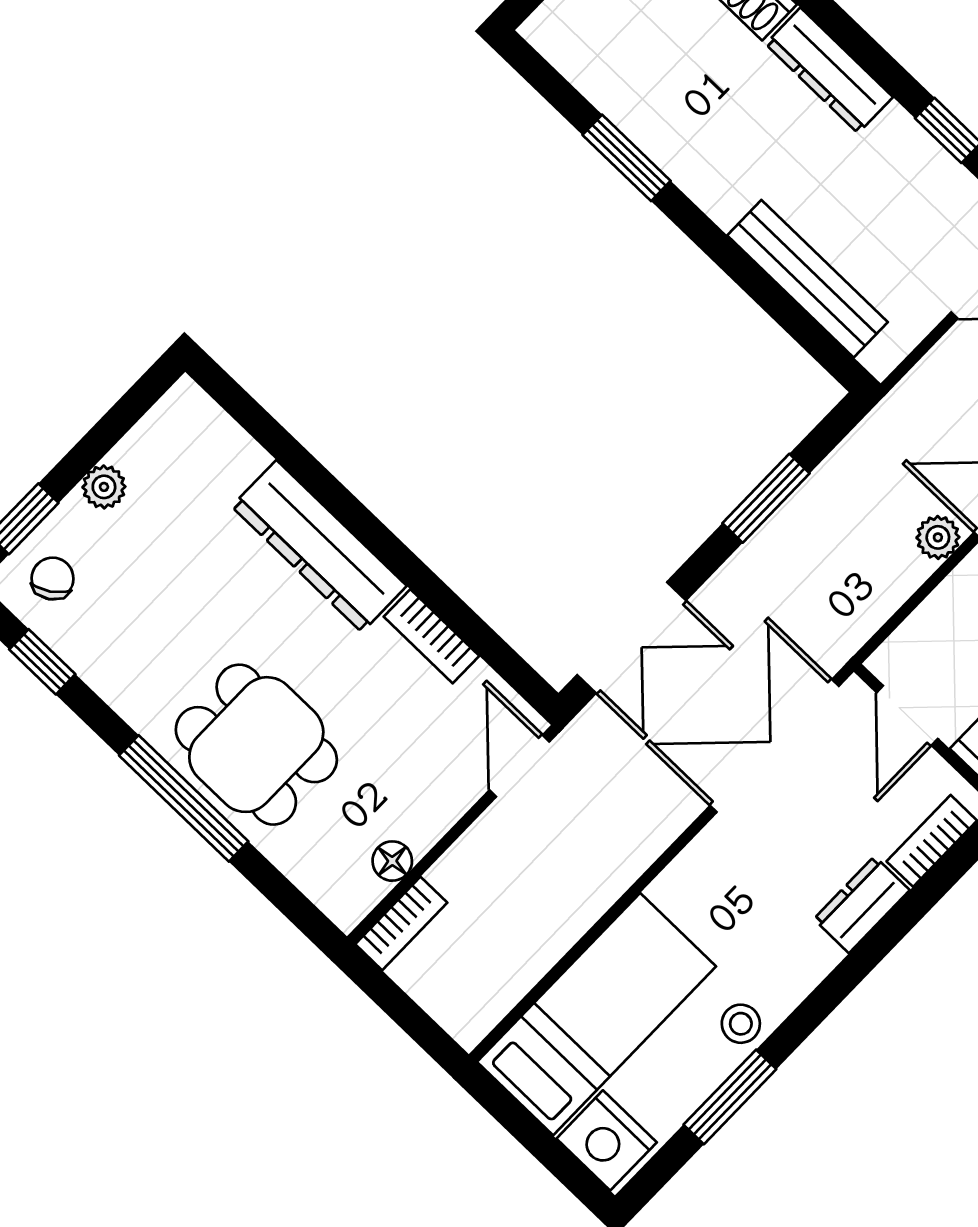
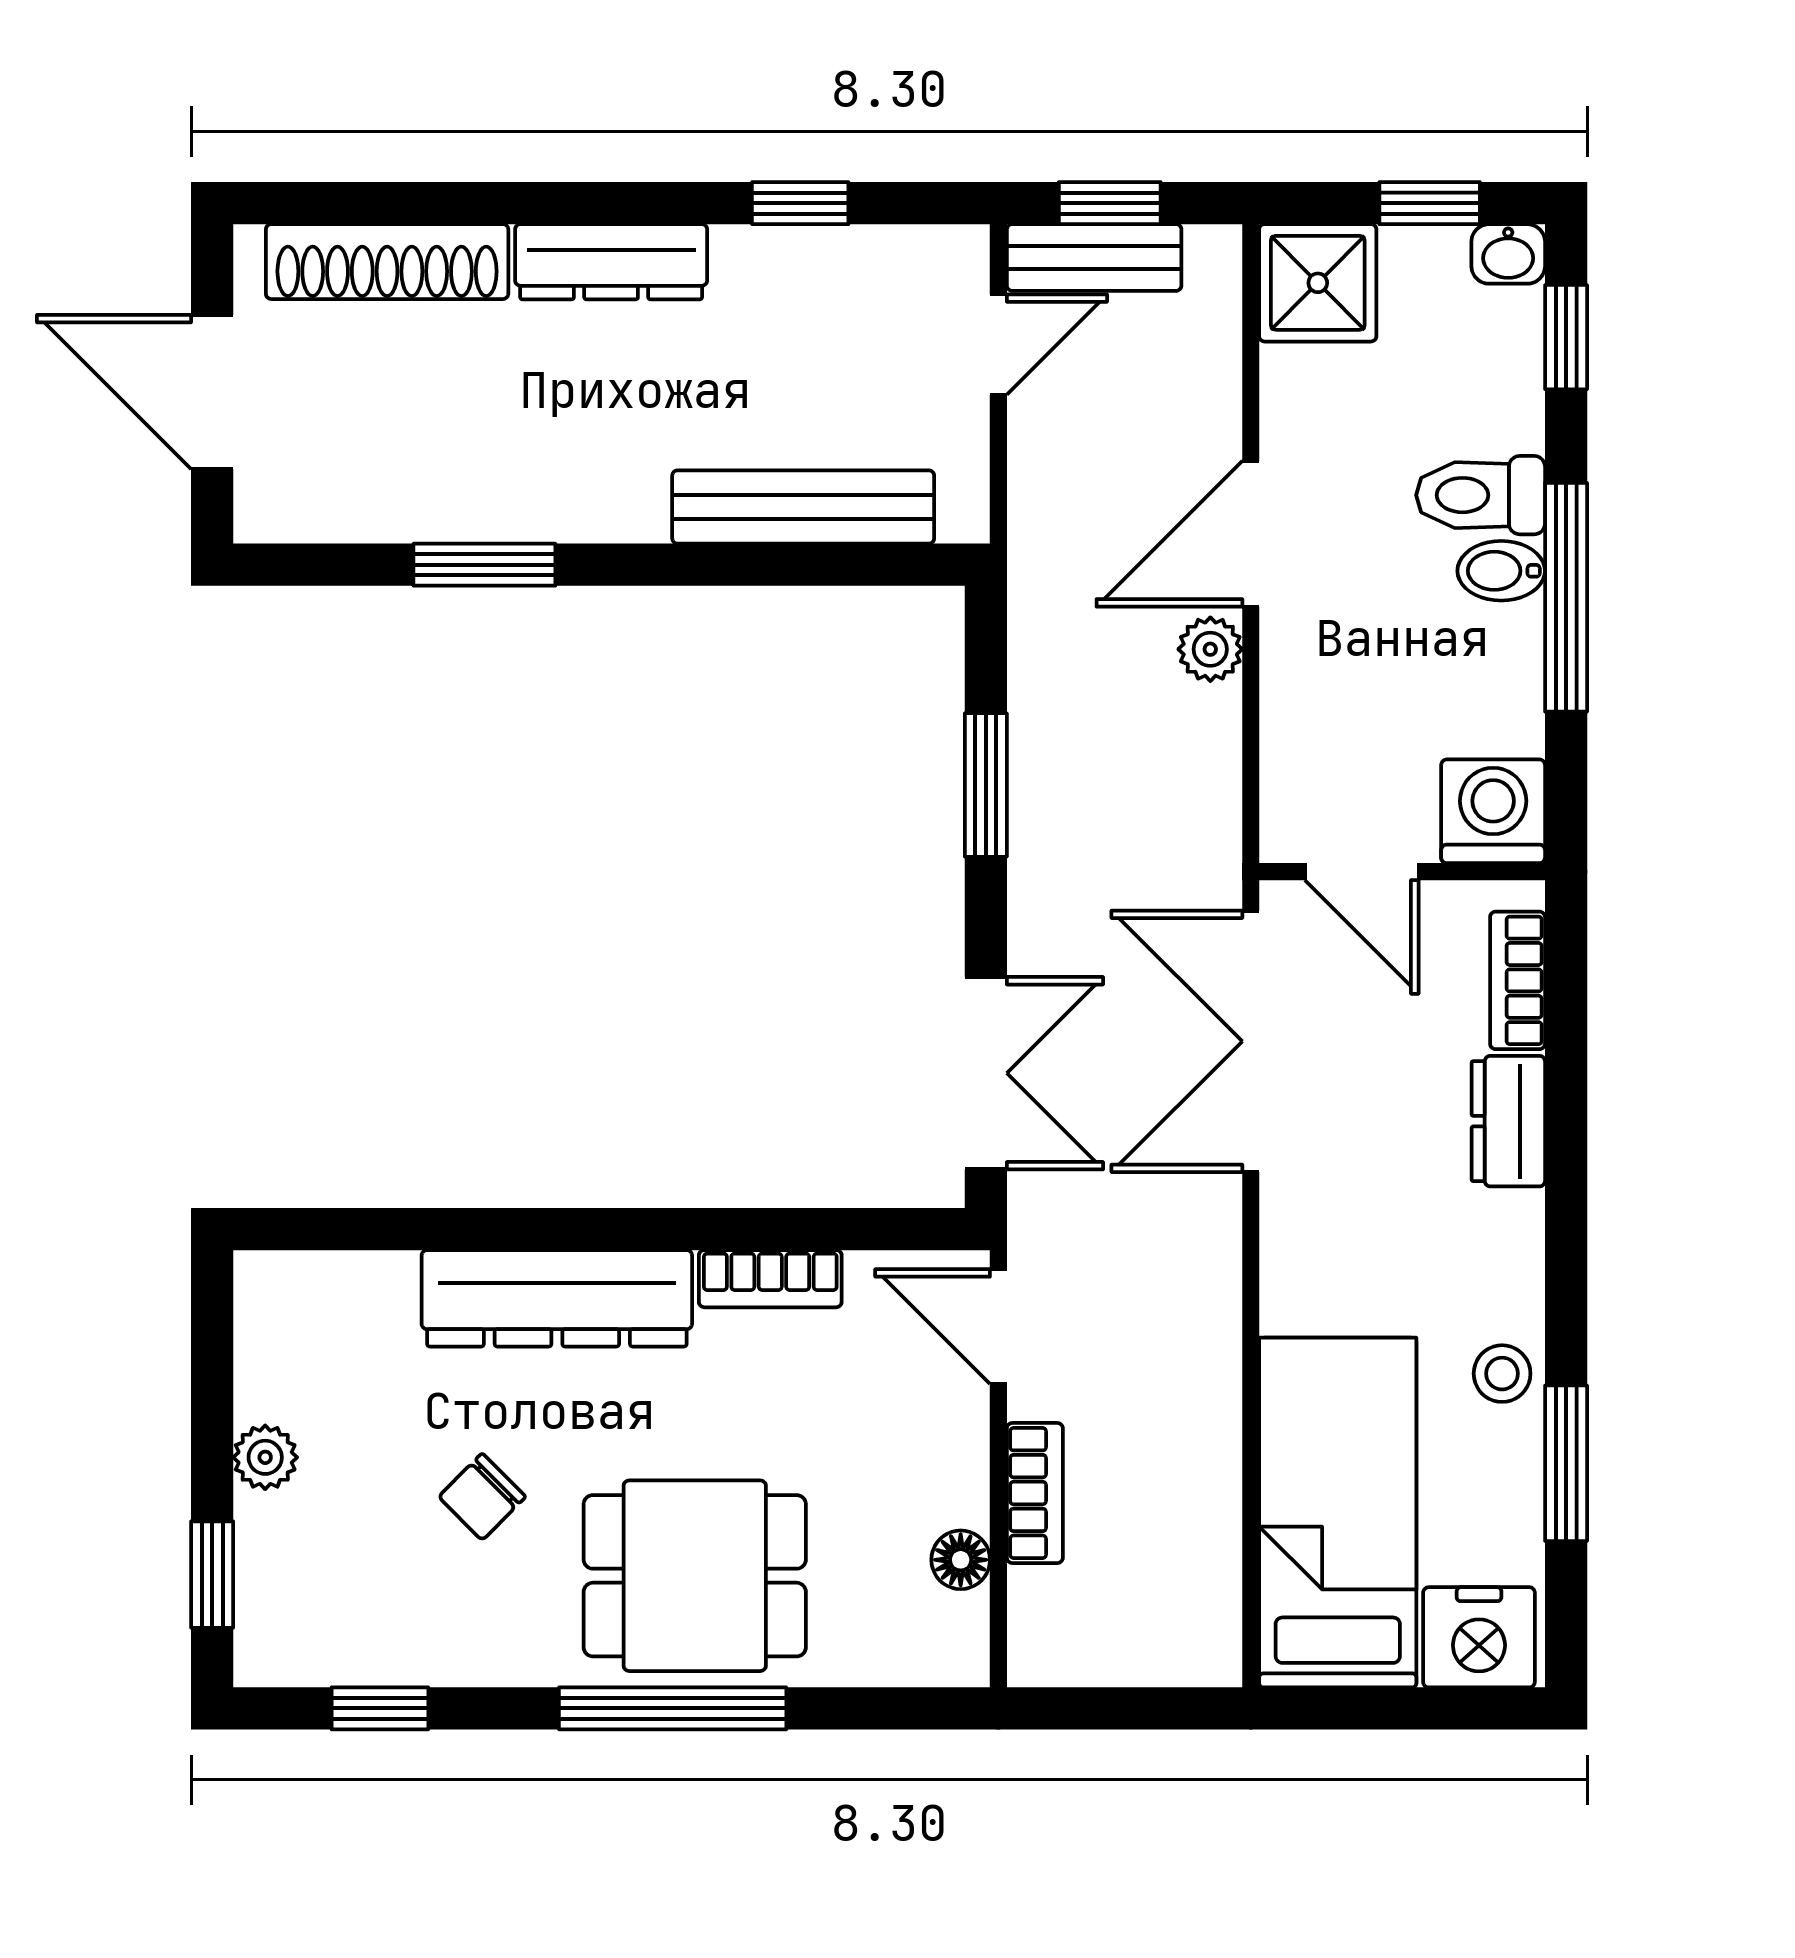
chair: (53, 579) -> (482, 1497), moved, turned -101
bookcase: (401, 923) -> (1035, 1493), moved

